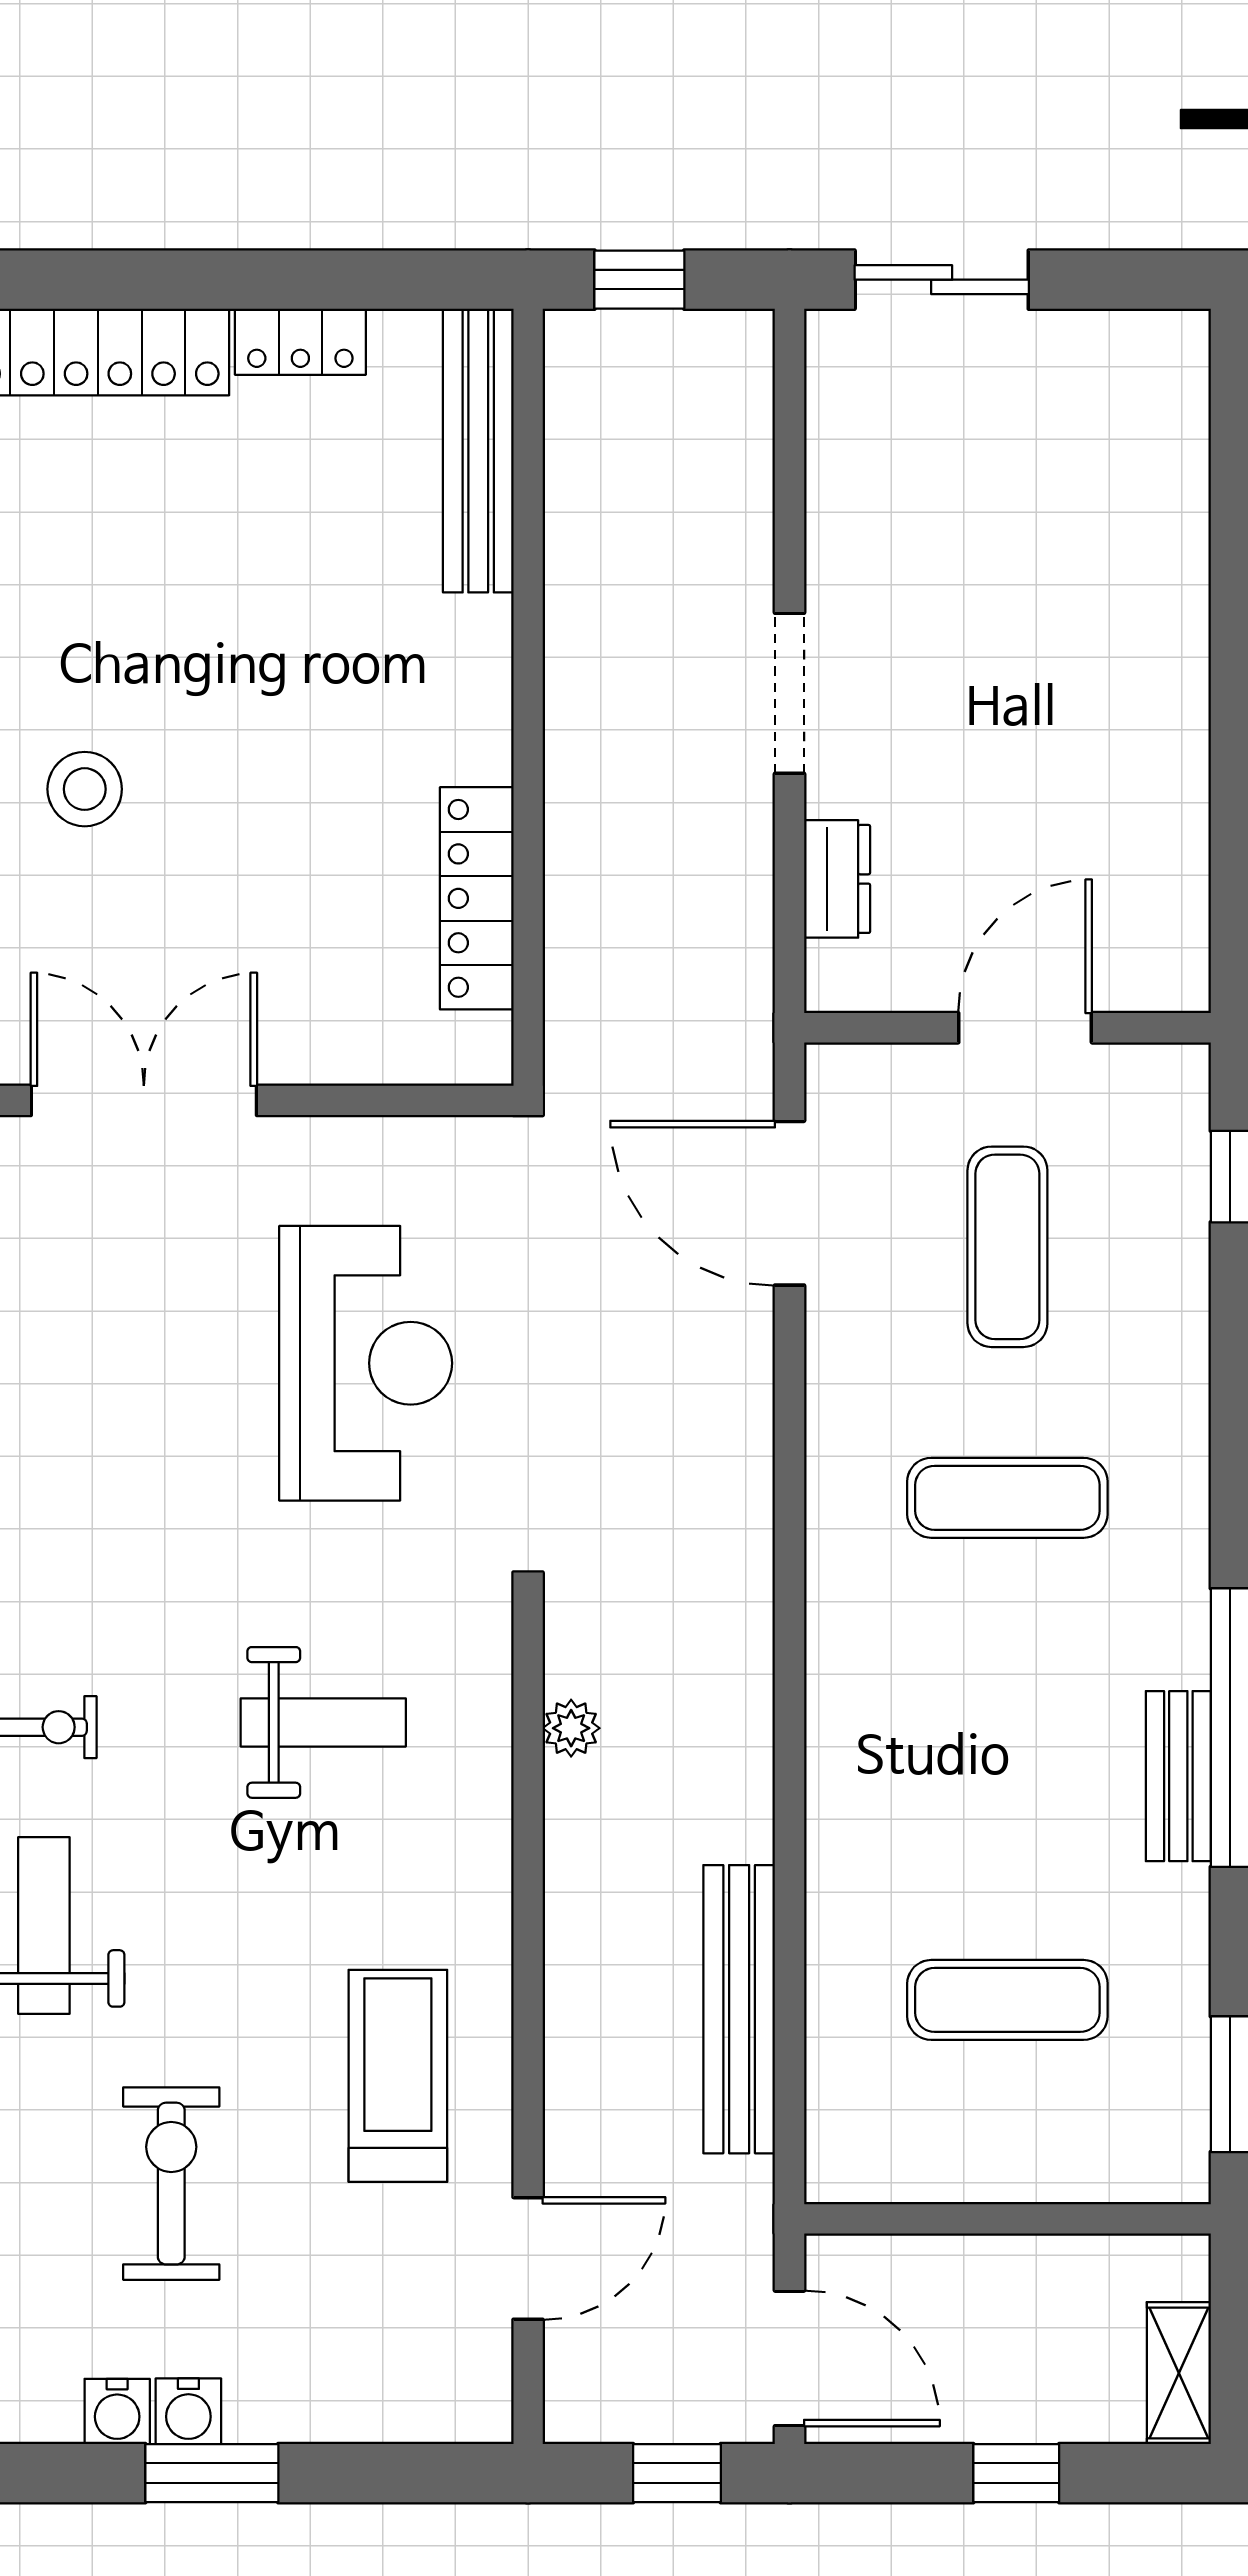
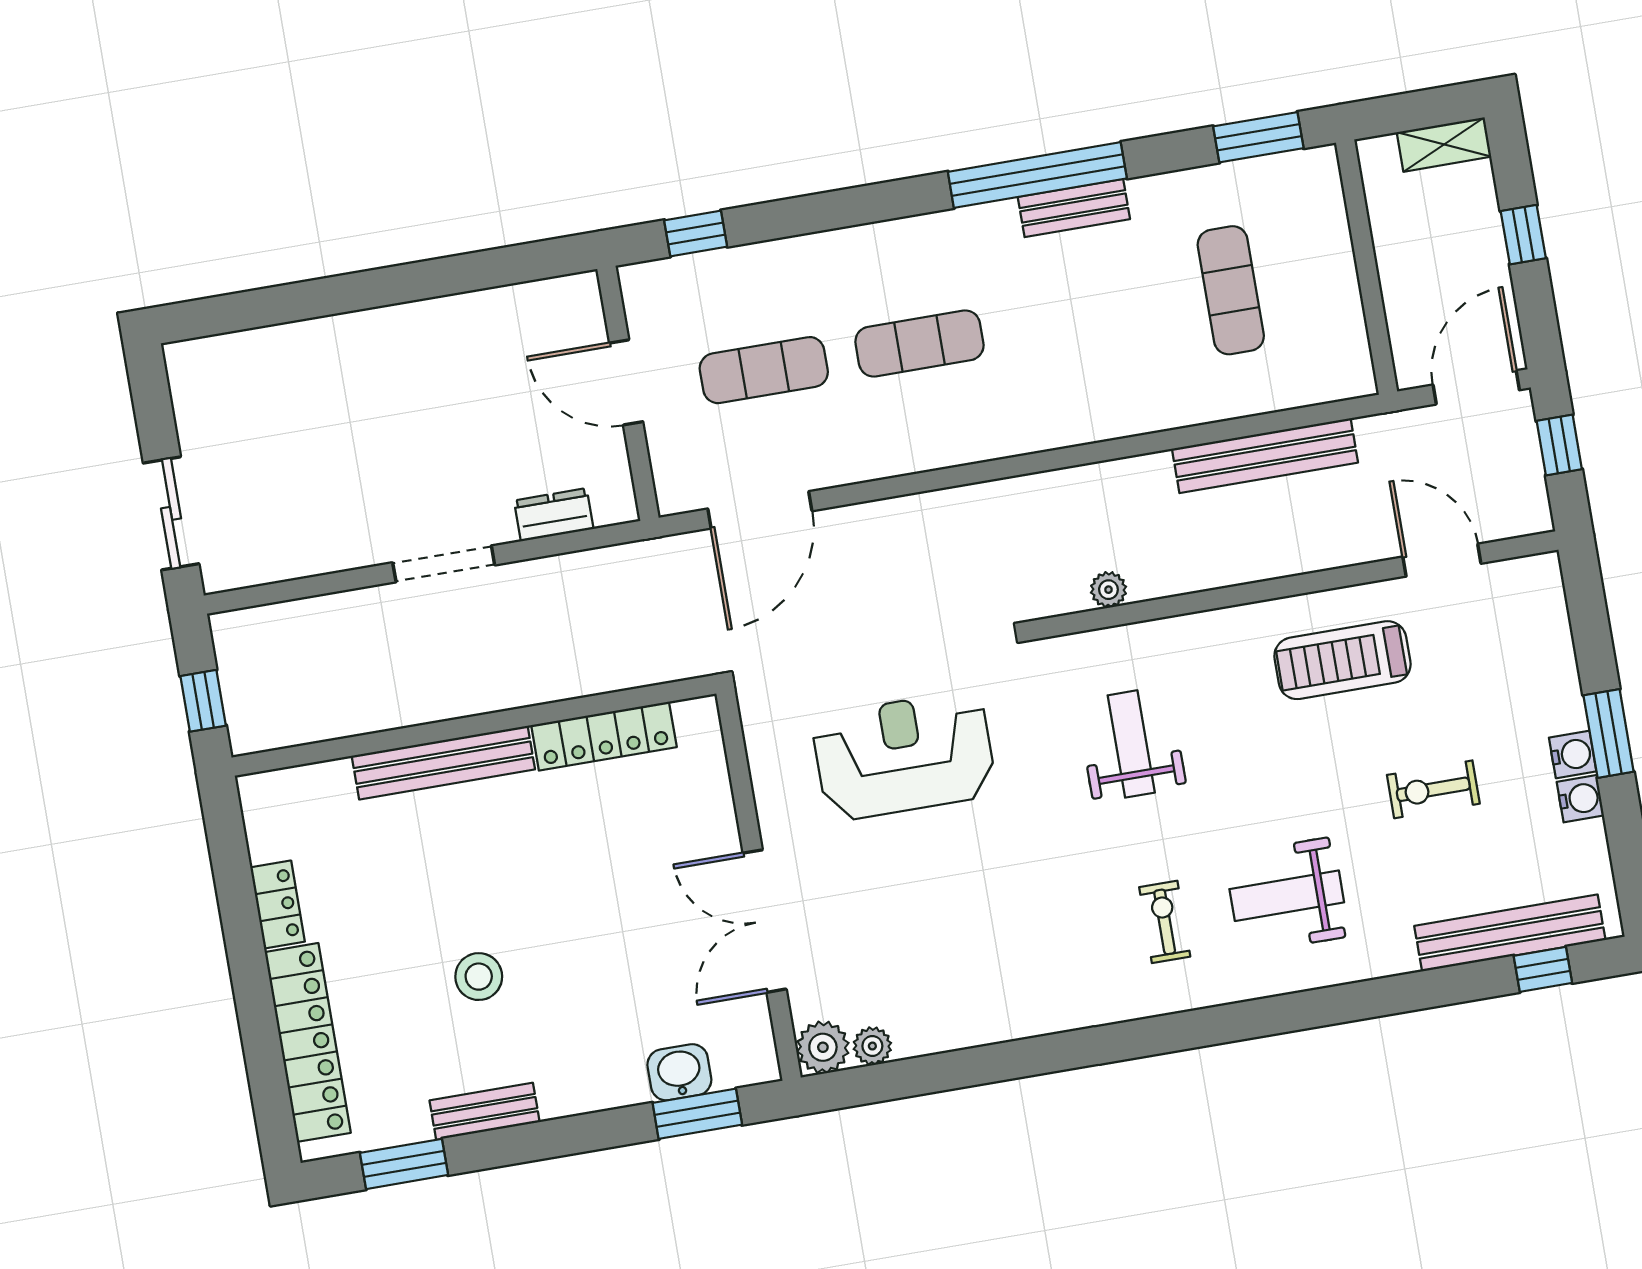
bench: (478, 451) -> (443, 763), moved
stool: (85, 789) -> (479, 977), moved
exercise mat: (1007, 1498) -> (919, 344), turned 90
exercise bike: (171, 2184) -> (1433, 789), width x0.73, depth x0.72

